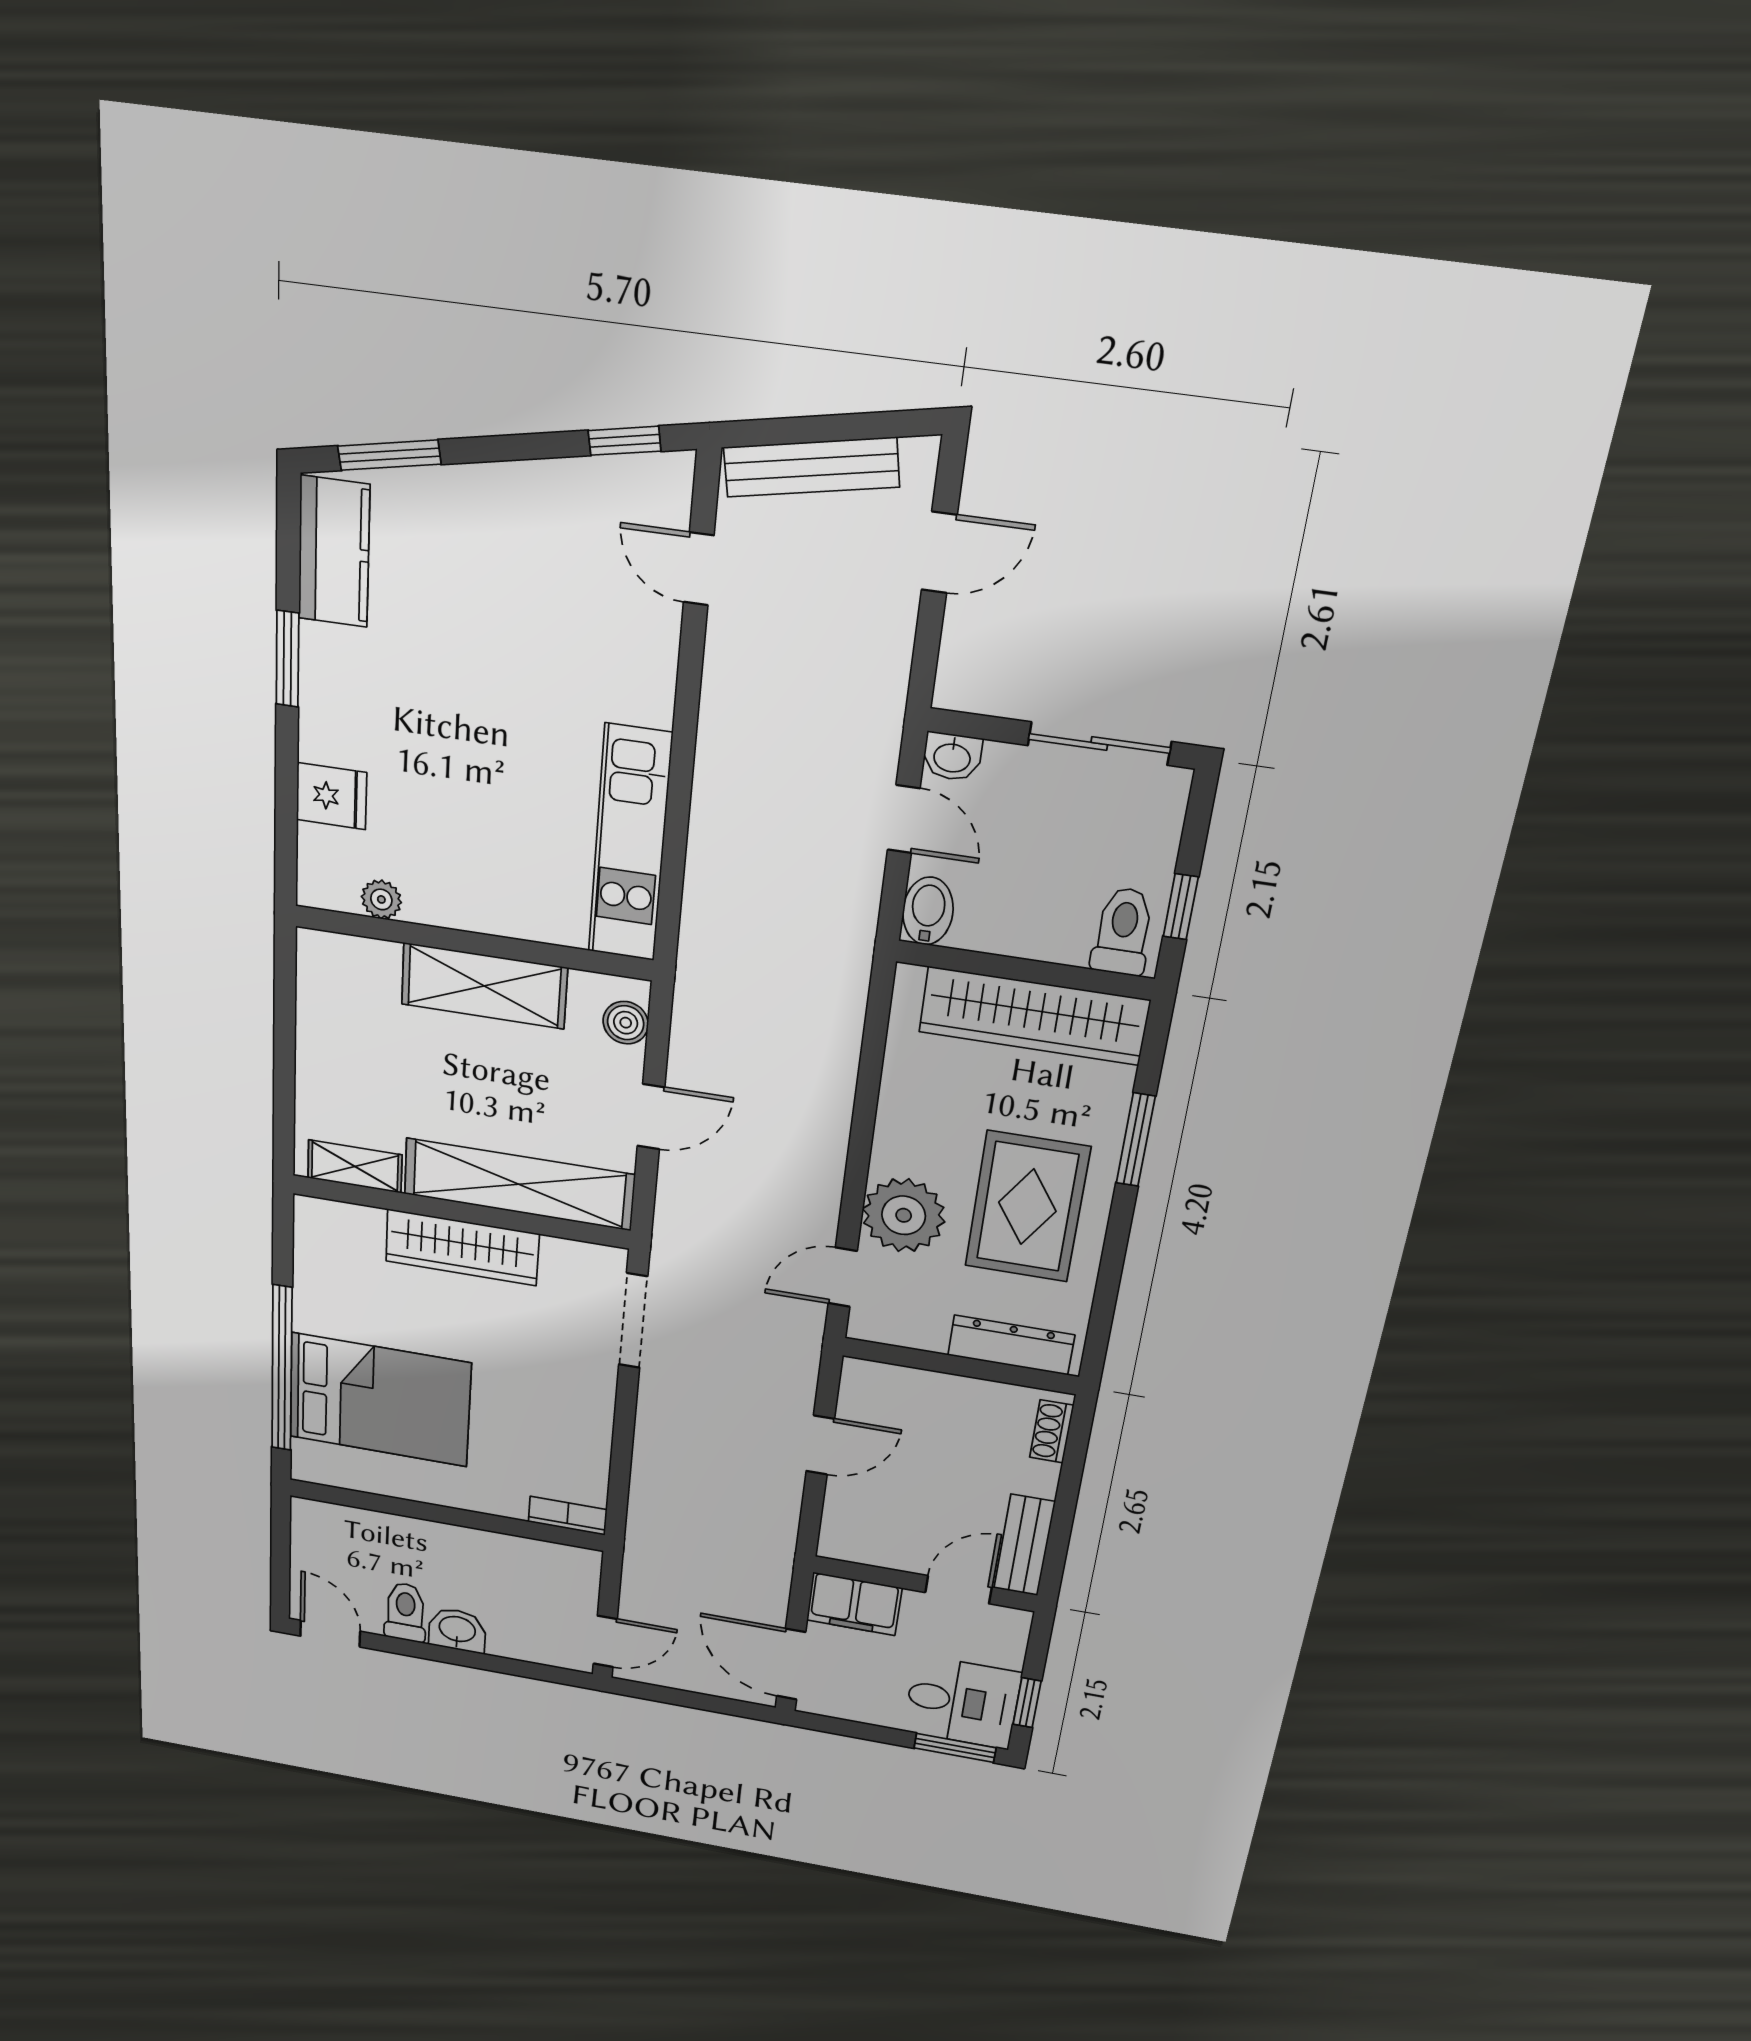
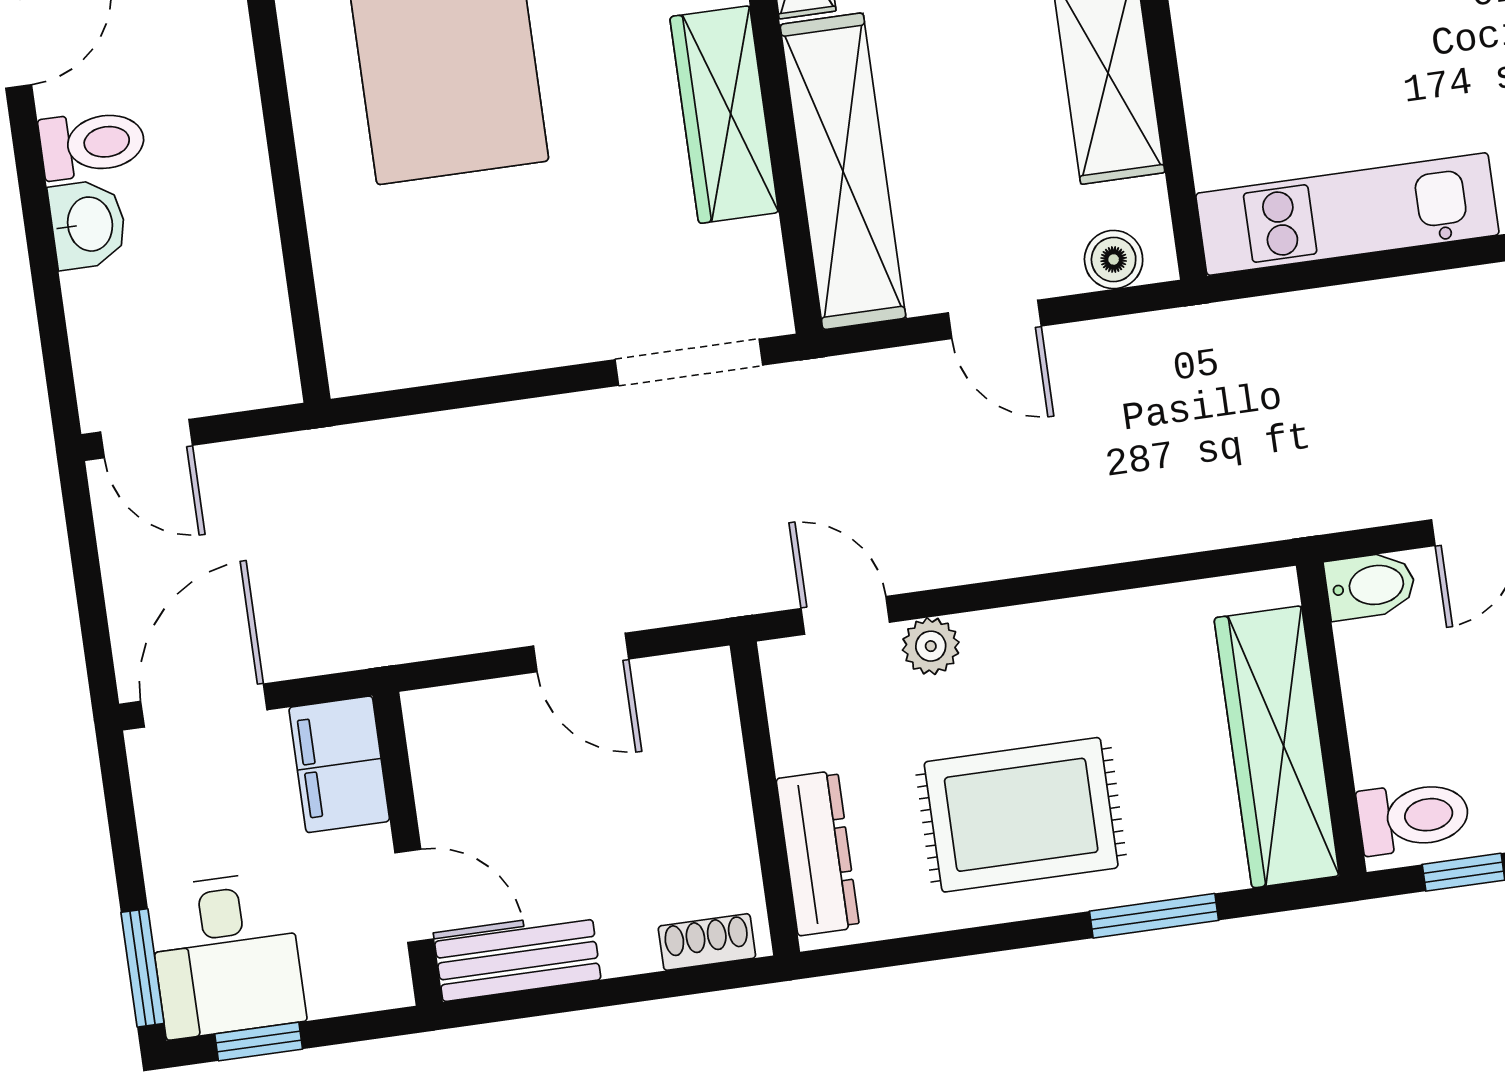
plant: (904, 1215) -> (931, 646), width x0.53, depth x0.53
bookcase: (568, 1516) -> (345, 341), removed

